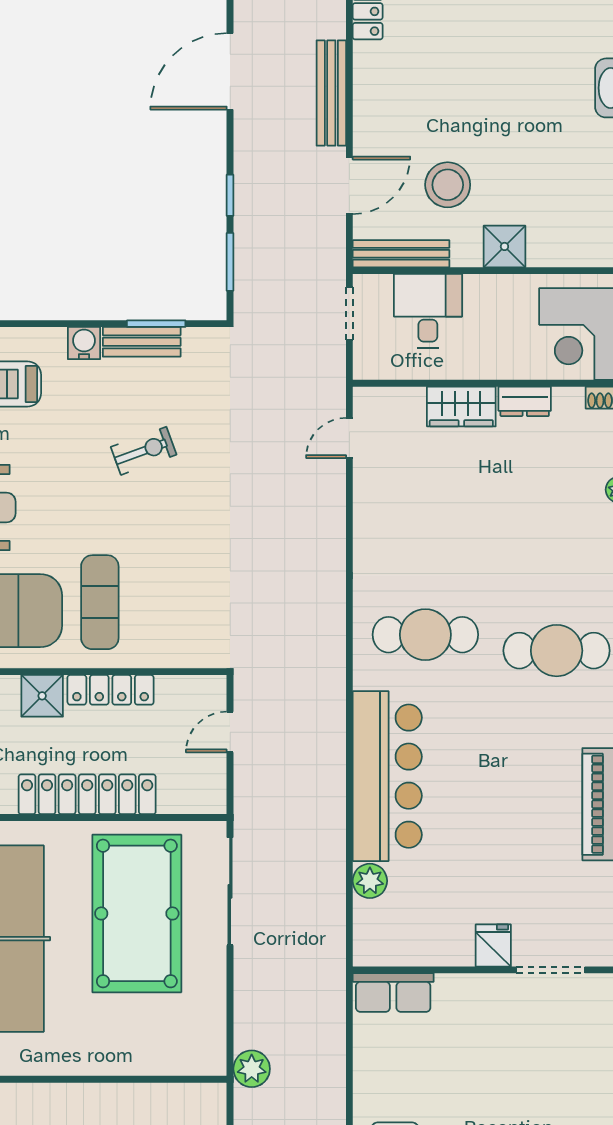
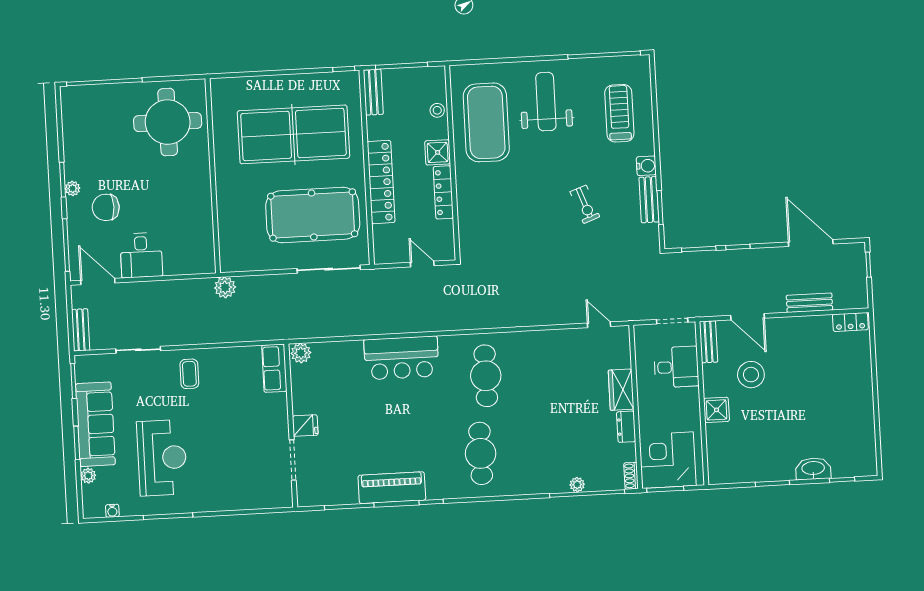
bench: (331, 93) -> (809, 303), width x0.73
bench: (401, 254) -> (709, 342), width x0.73
exercise mat: (100, 602) -> (494, 183), removed
bar counter: (387, 776) -> (401, 358), width x0.73
plant: (370, 881) -> (301, 353), moved

